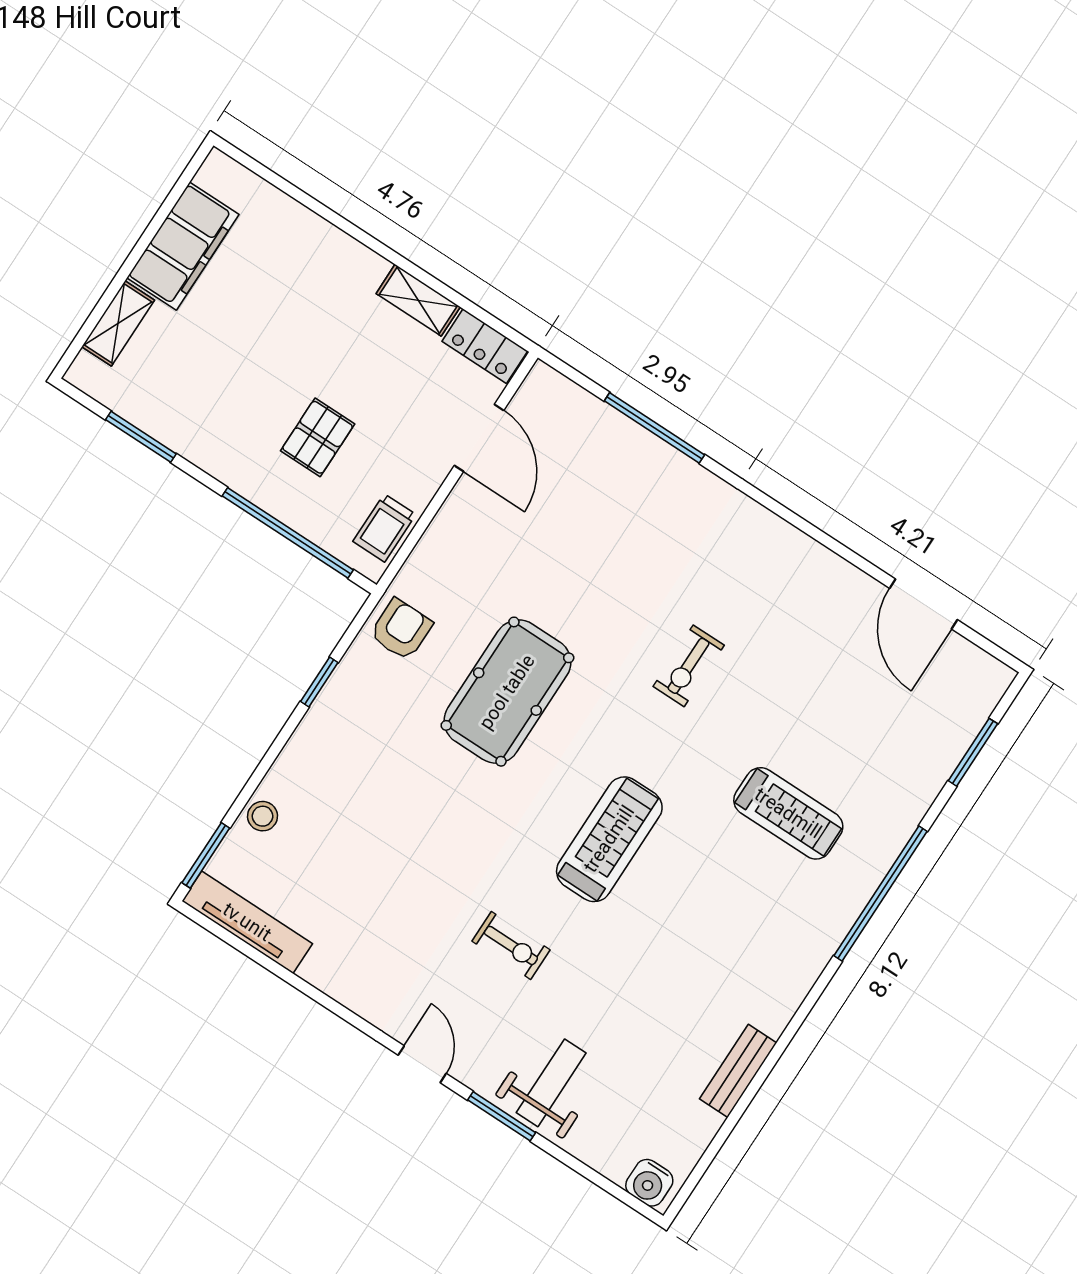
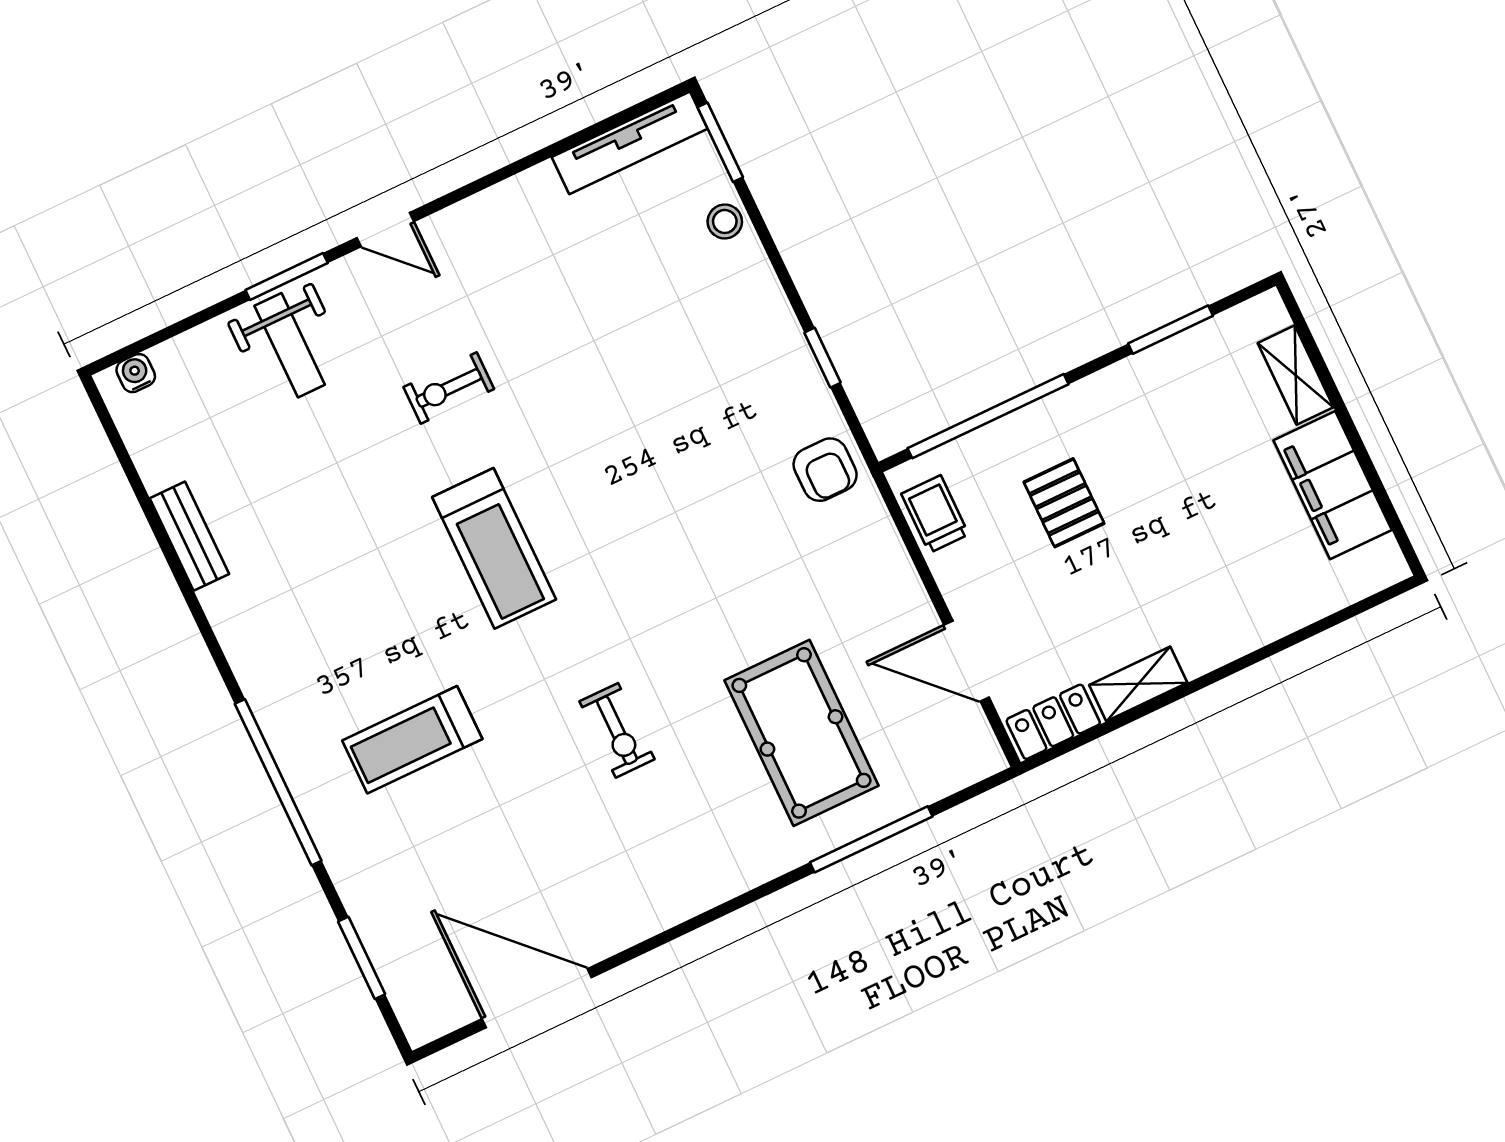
door: (924, 604) -> (537, 998), width x1.36
exercise bike: (689, 666) -> (617, 730), turned 180
pool table: (507, 692) -> (801, 733), moved
water cooler: (649, 1183) -> (136, 373), width x0.72, depth x0.72

